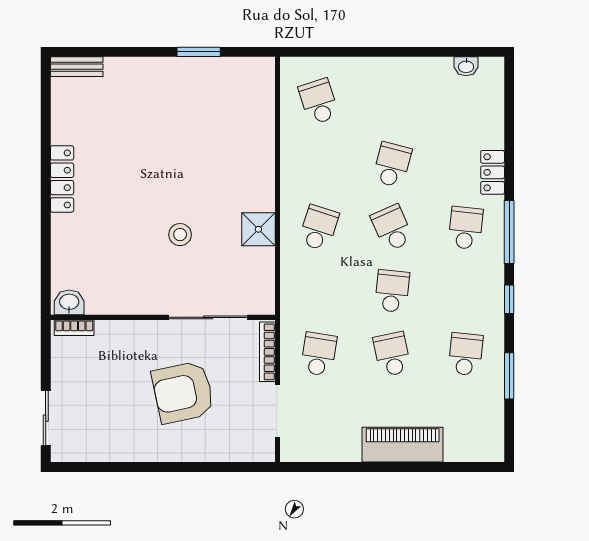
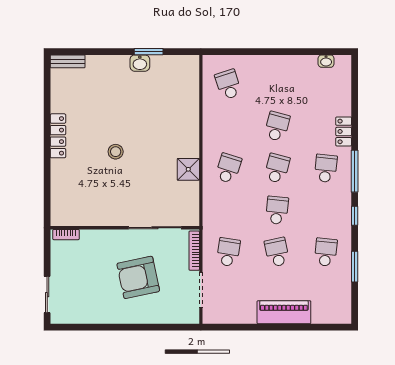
school desk: (392, 228) -> (277, 168), turned 39
stool: (180, 235) -> (116, 152), moved
washbasin: (69, 302) -> (140, 63), moved, turned 180

